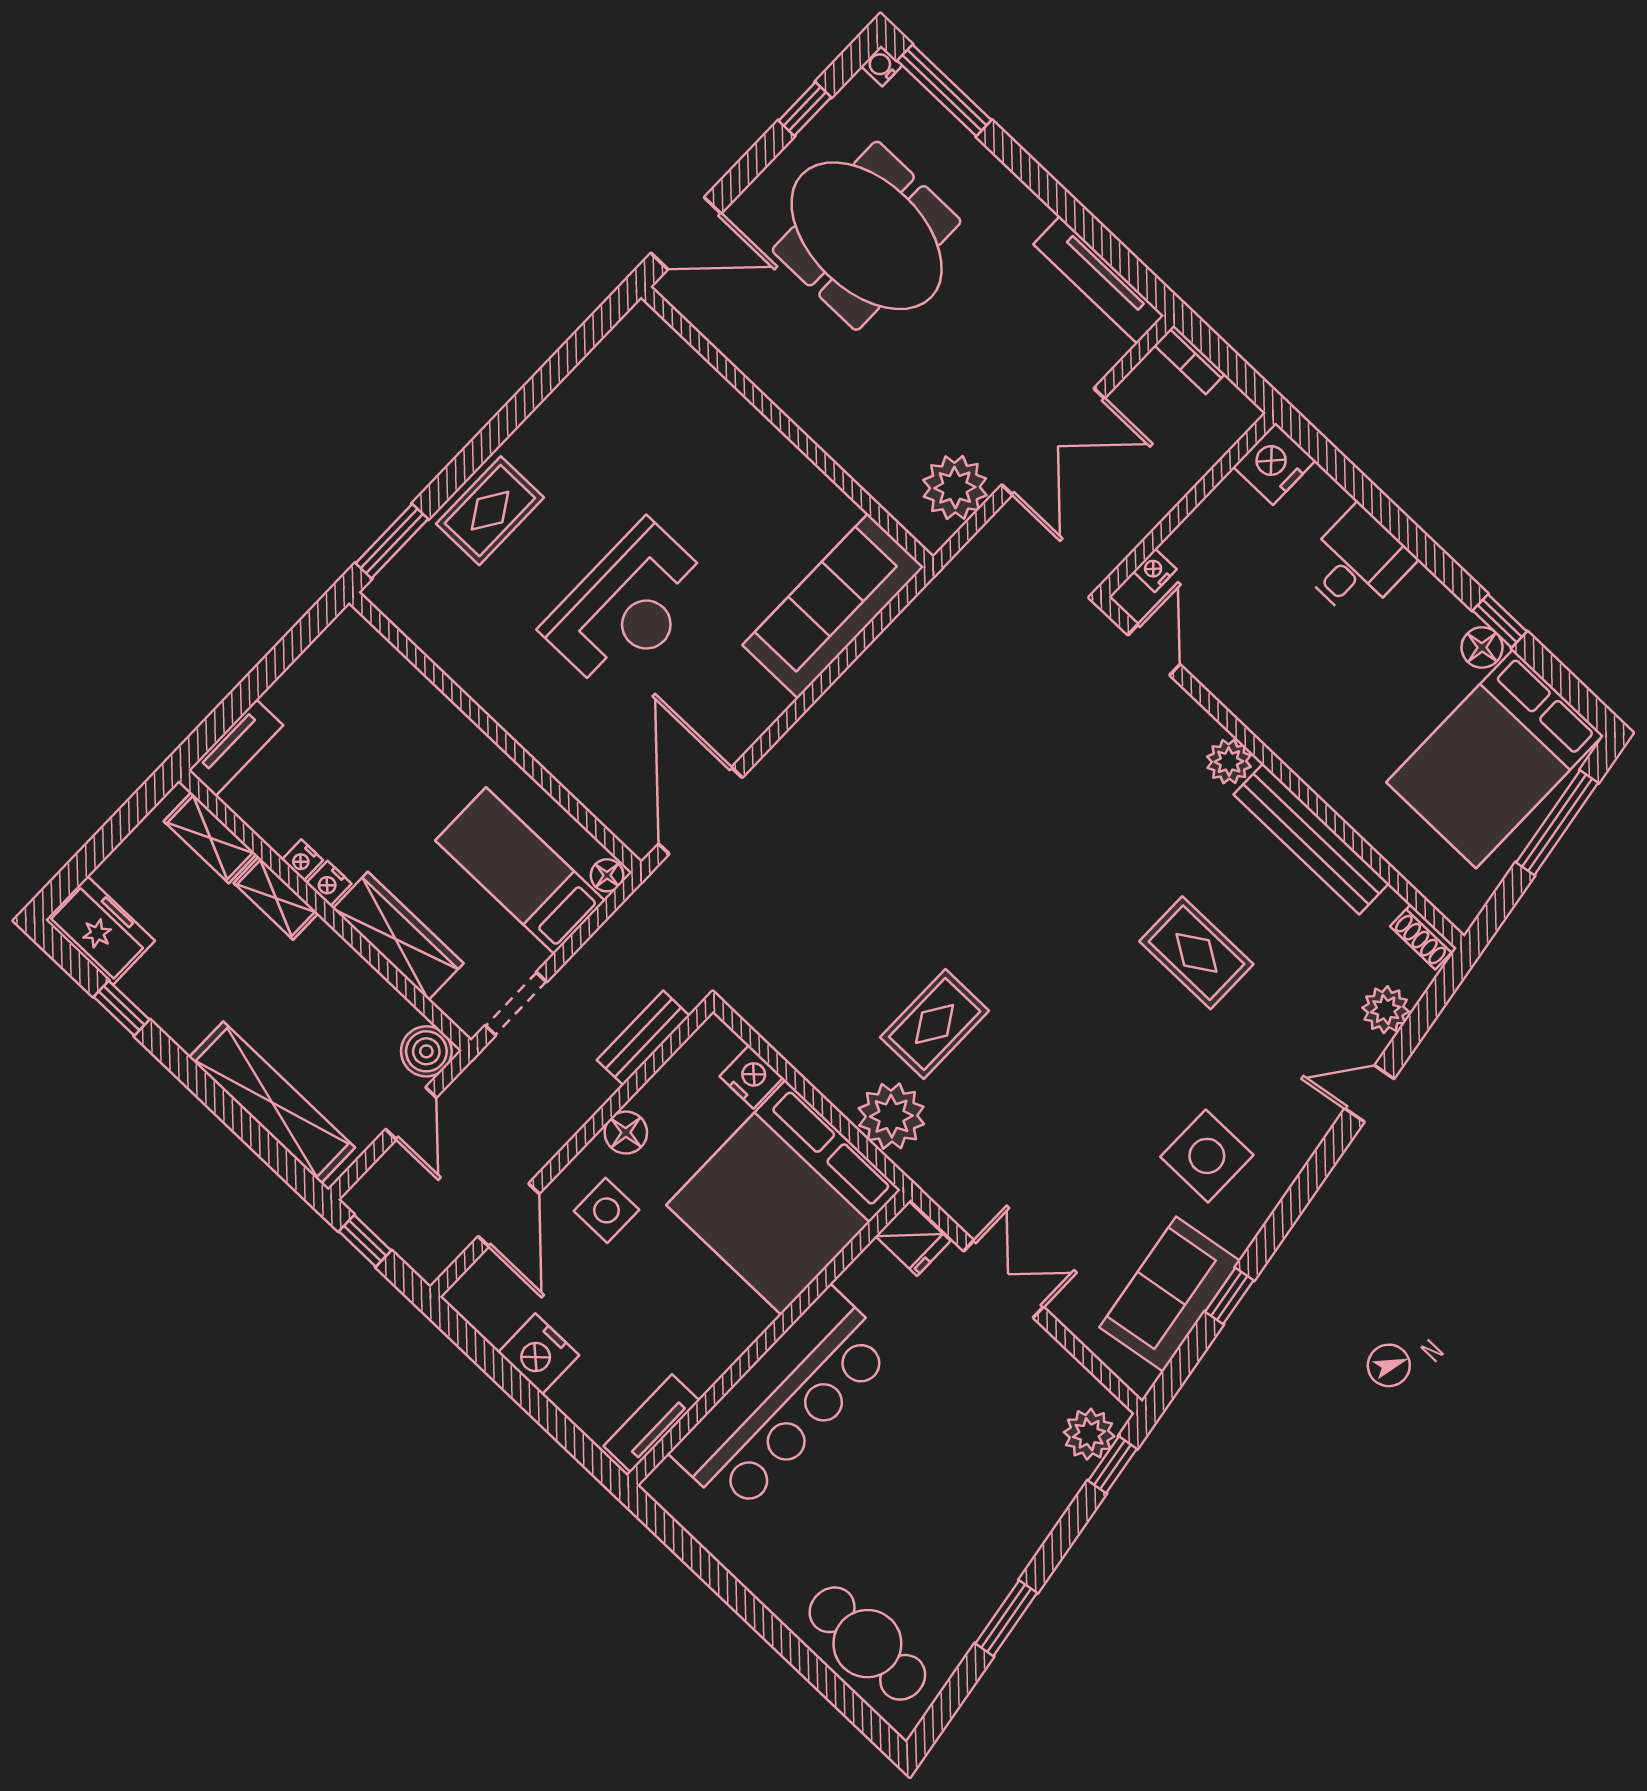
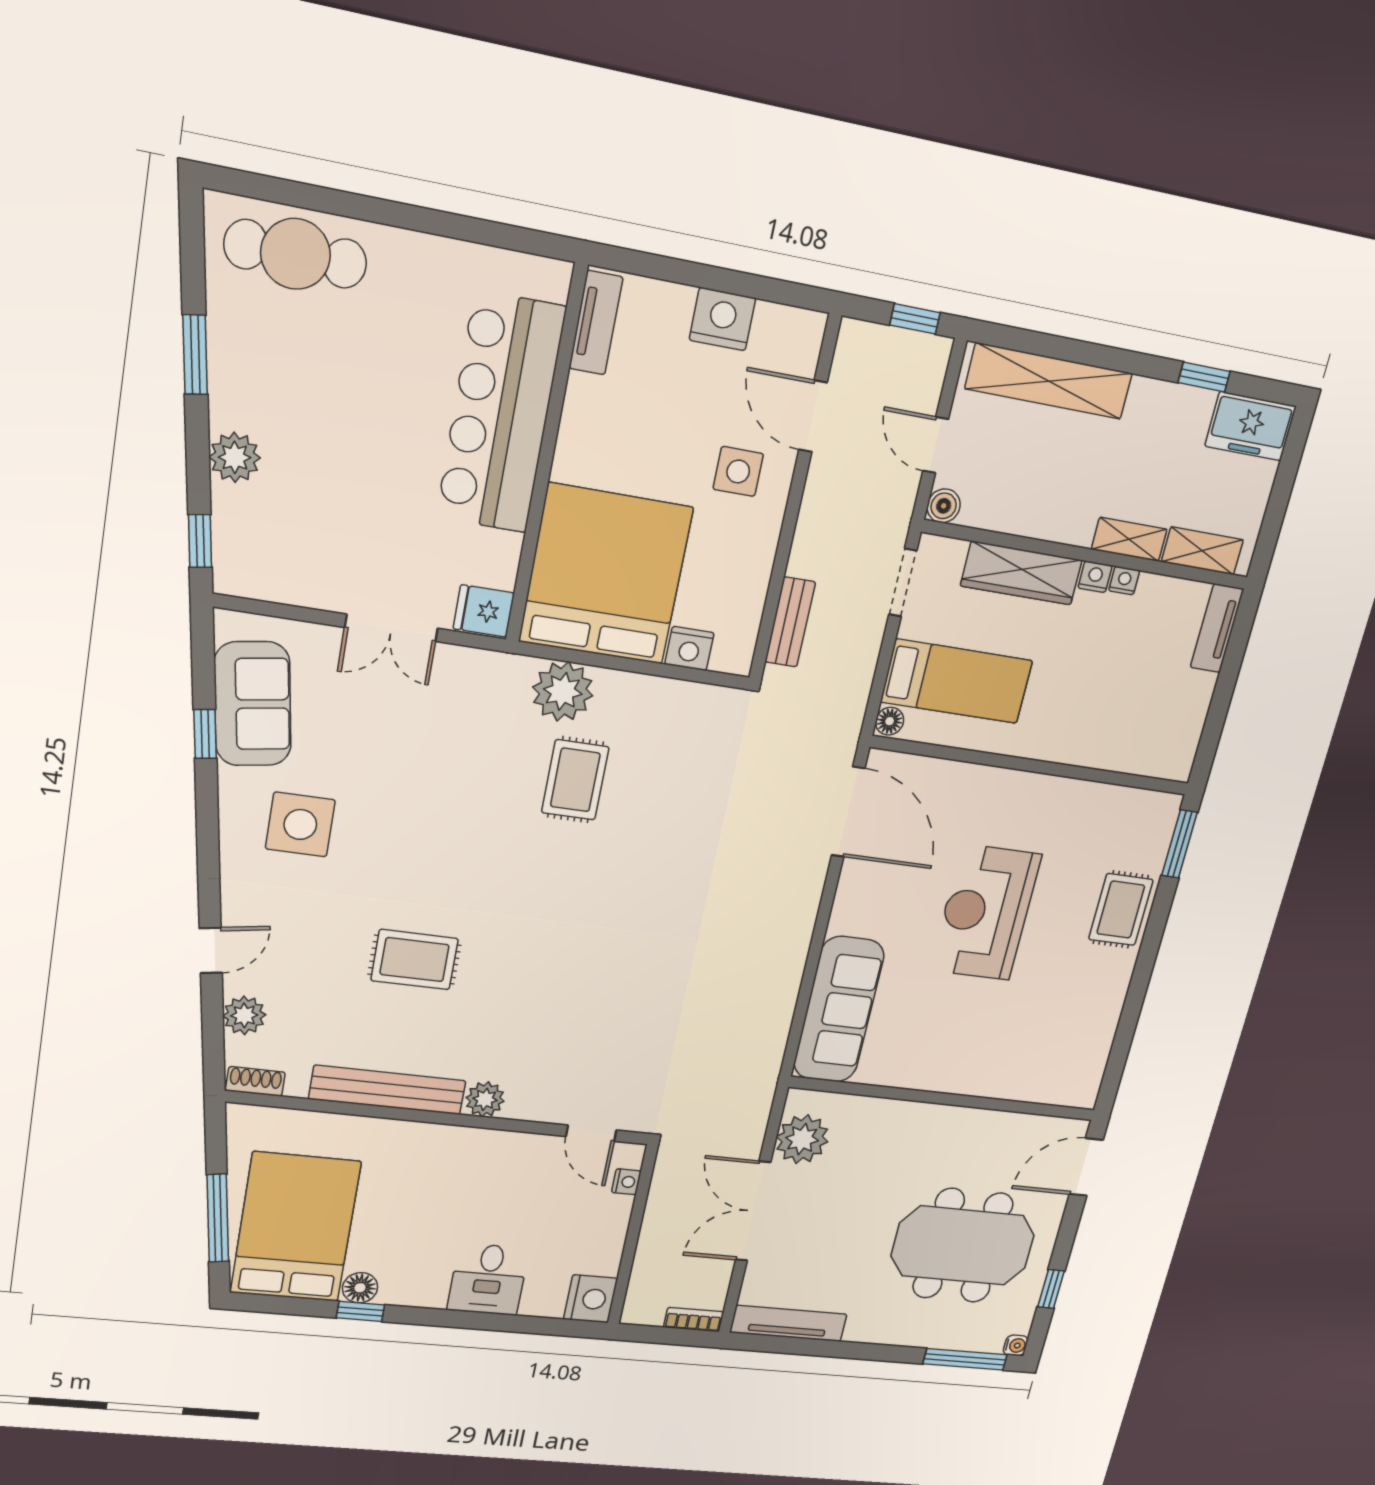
boiler: (426, 1051) -> (944, 506), width x0.73, depth x0.73
floor lamp: (626, 1133) -> (760, 542), removed
plant: (1089, 1434) -> (235, 457), moved

